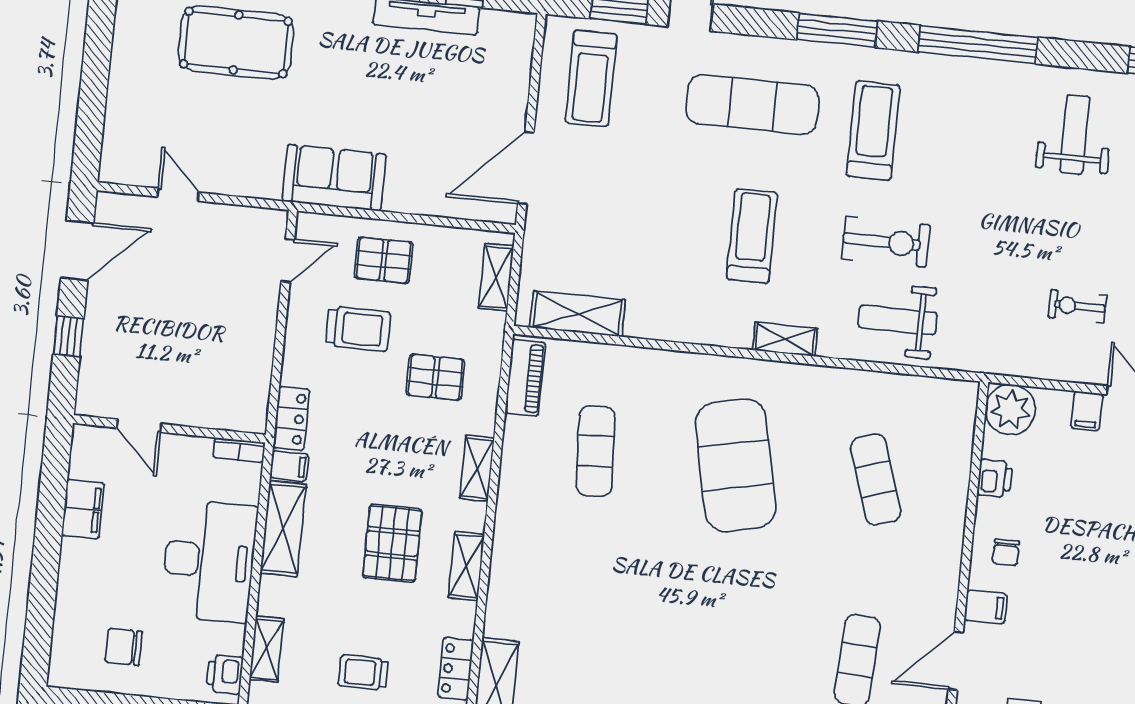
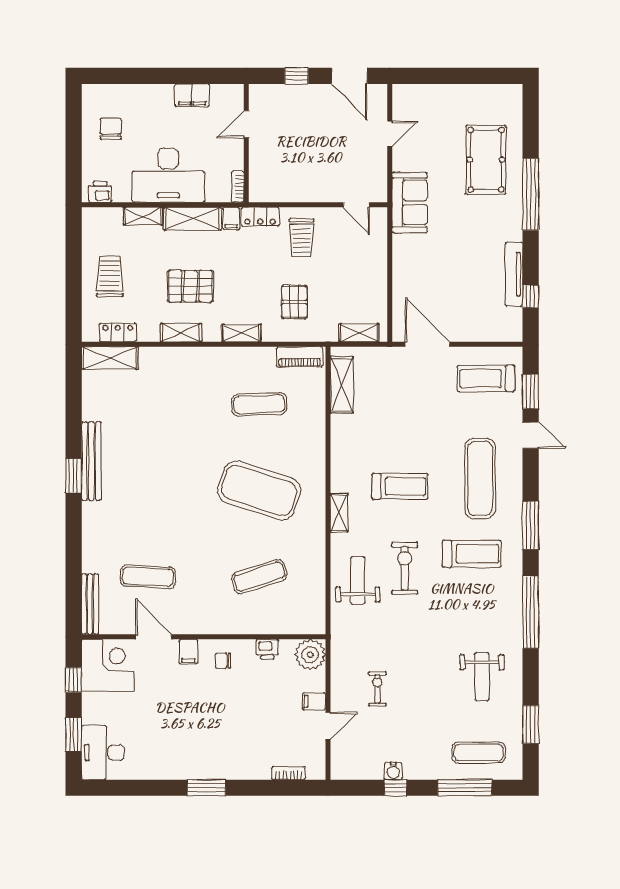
weight bench: (1075, 134) -> (482, 677), turned 90
sofa: (334, 178) -> (410, 202), moved
exercise bike: (886, 242) -> (405, 568), turned 180
pallet: (384, 260) -> (362, 263), removed
trolley: (358, 329) -> (302, 238), moved
exercise mat: (736, 465) -> (259, 490), turned 30
shelving: (267, 649) -> (143, 216), moved
trolley: (363, 673) -> (110, 276), width x1.36, depth x1.39

